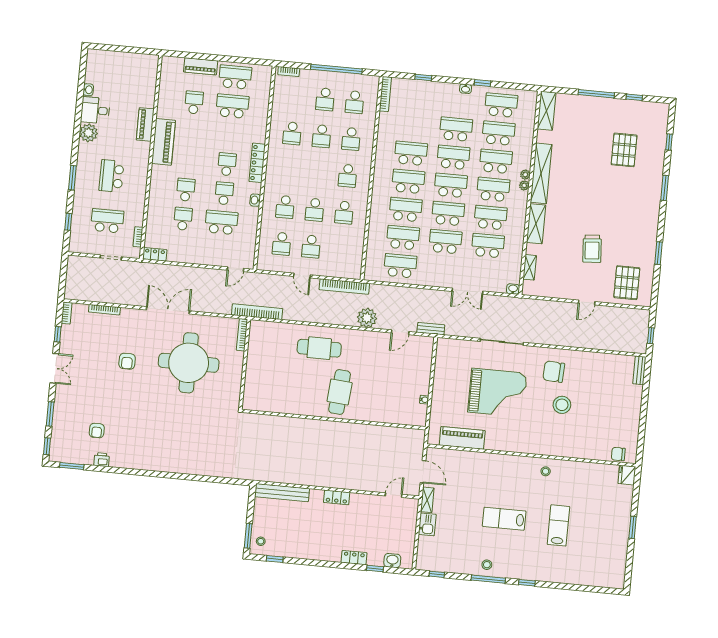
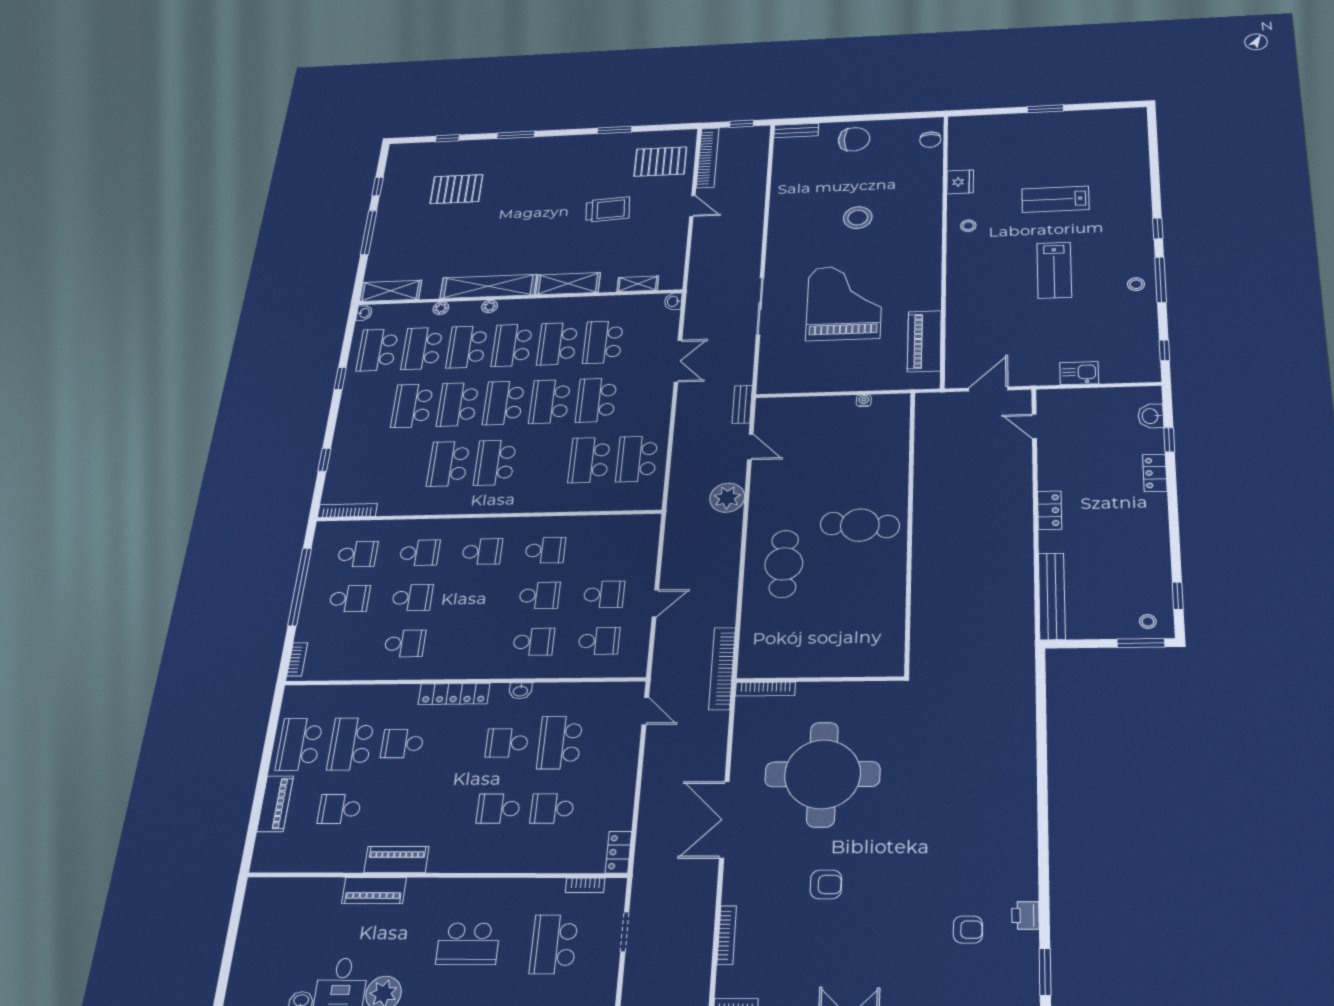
washbasin: (466, 89) -> (364, 313), moved
piano: (164, 142) -> (396, 860), width x0.73, depth x0.75
school desk: (227, 164) -> (402, 744), moved
plant: (524, 185) -> (441, 308), moved
school desk: (406, 210) -> (542, 461), removed
bookcase: (344, 287) -> (708, 158), moved
chair: (554, 372) -> (854, 139), moved, turned -93
fridge: (627, 475) -> (960, 182), moved, turned -90
shelving: (427, 500) -> (1036, 378), removed

